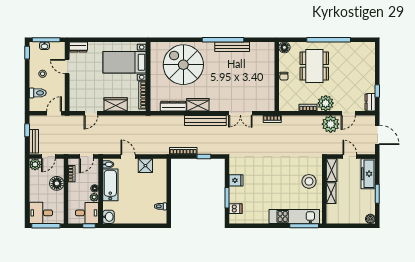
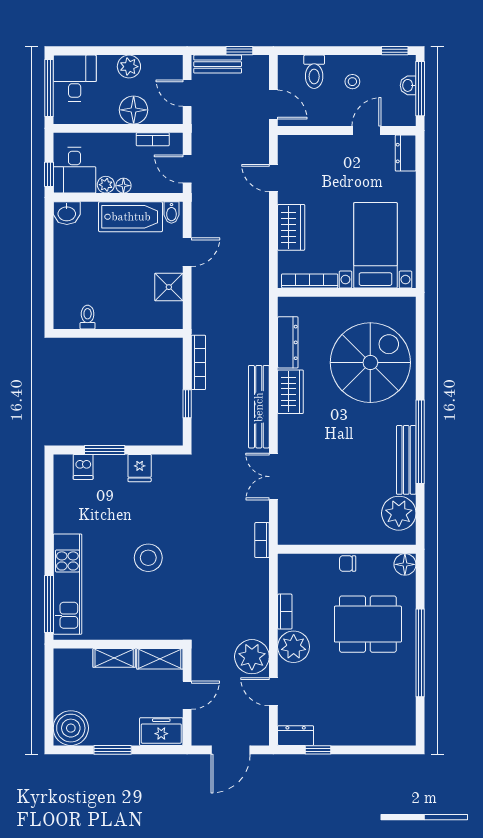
plant: (259, 51) -> (399, 513), added
plant: (35, 164) -> (129, 67), moved
freezer: (368, 174) -> (161, 732), width x0.71
stool: (309, 181) -> (148, 558), moved
boiler: (370, 219) -> (71, 728), width x1.86, depth x1.86

